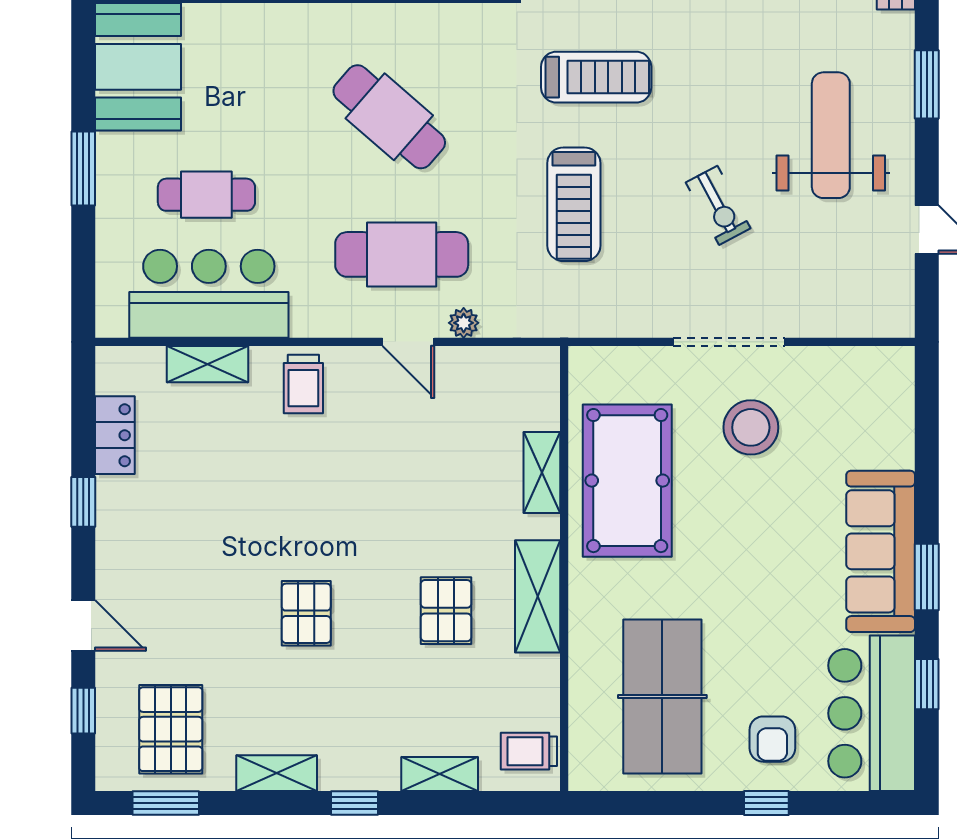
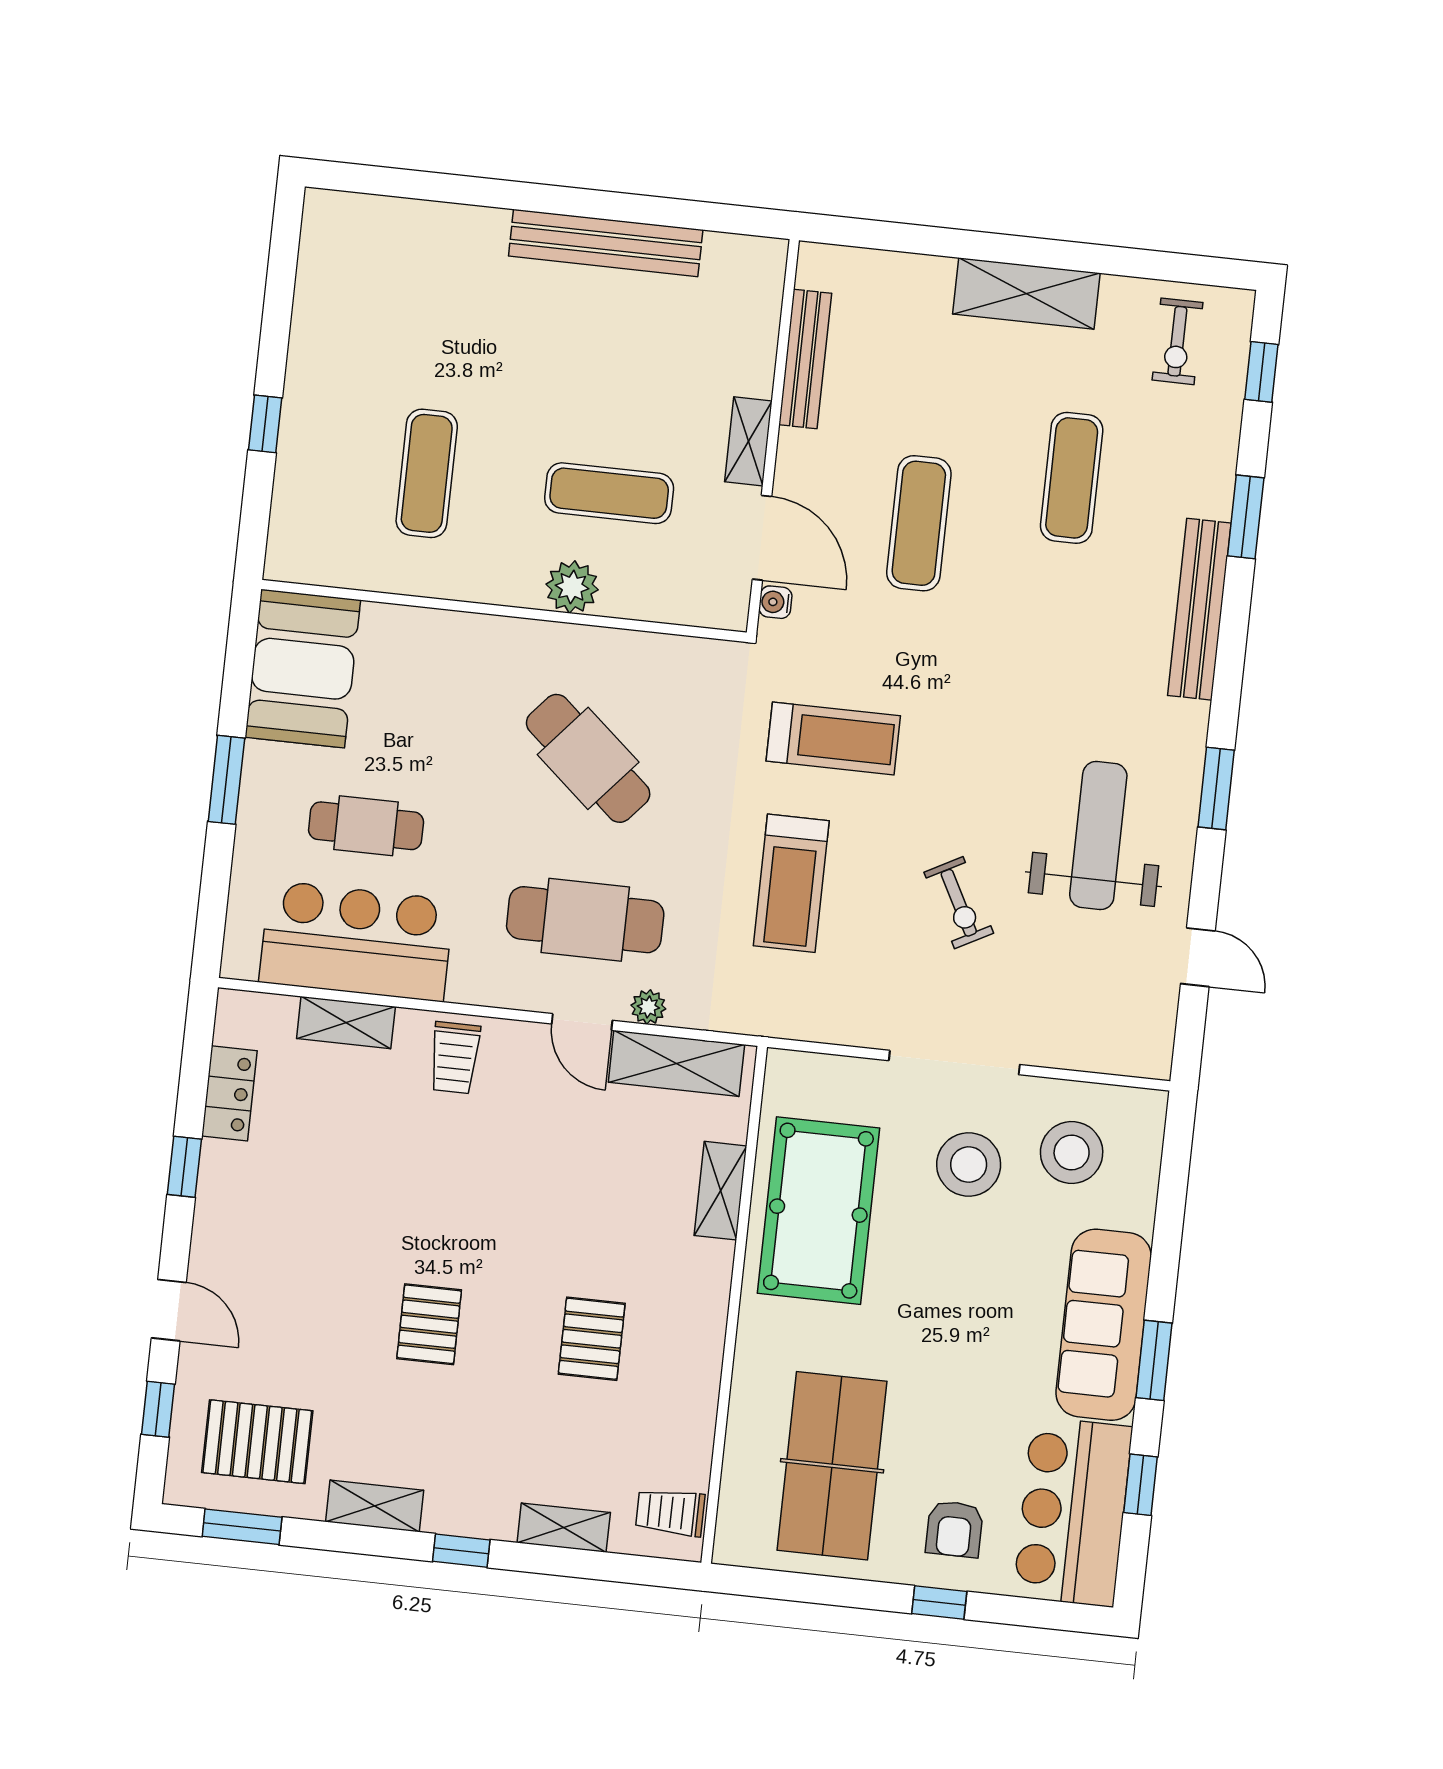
stool: (837, 408) -> (1072, 1152), added
shelving: (538, 596) -> (676, 1063), moved, turned 90
pallet: (171, 729) -> (257, 1442), turned 90

